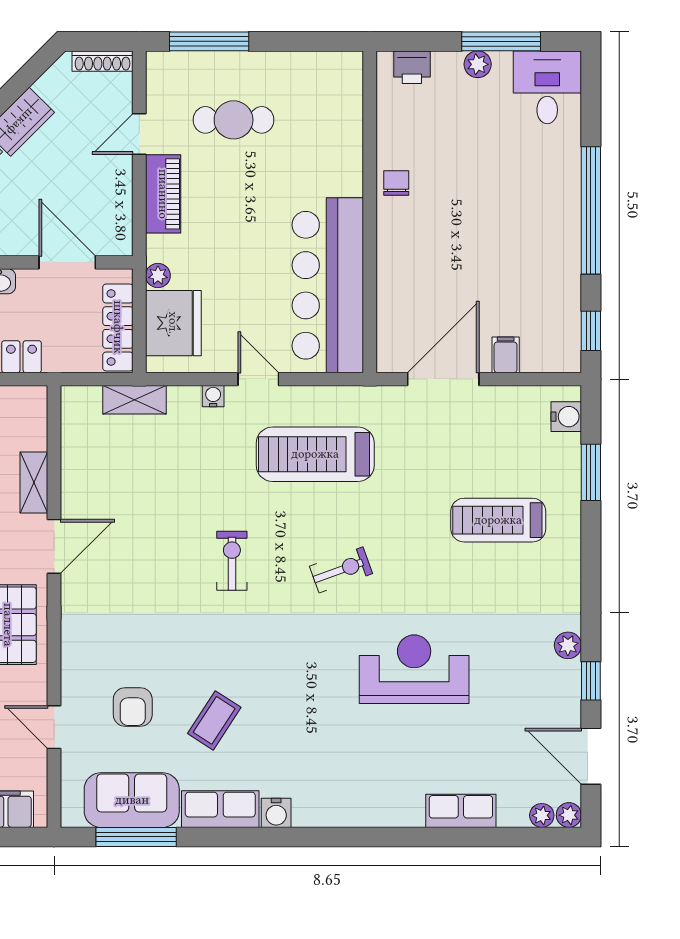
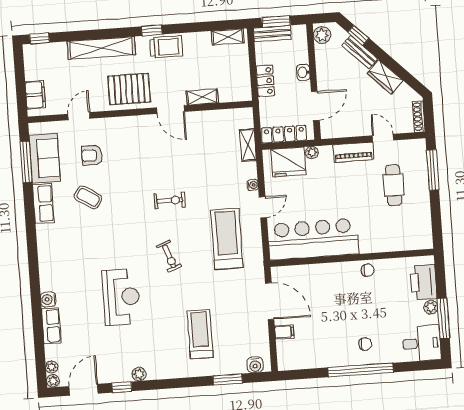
printer: (412, 67) -> (423, 282), width x1.87, depth x1.48
chair: (541, 198) -> (365, 344), added
window: (591, 331) -> (300, 374), removed
water cooler: (276, 813) -> (48, 299), moved

